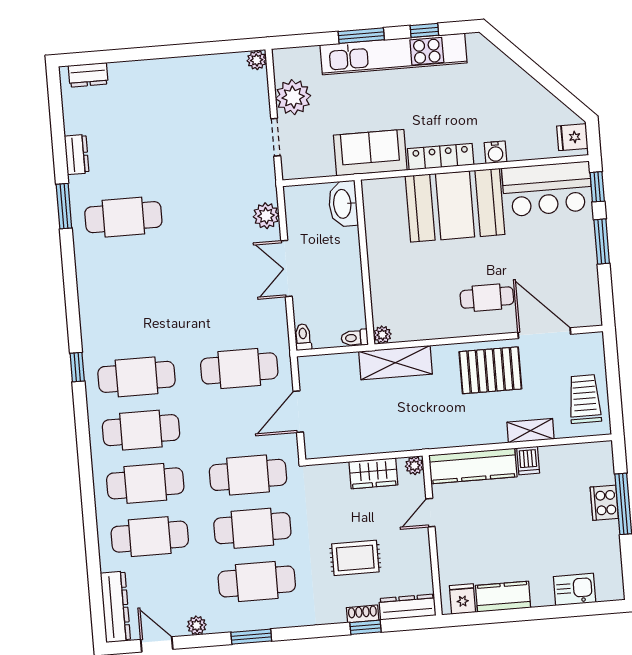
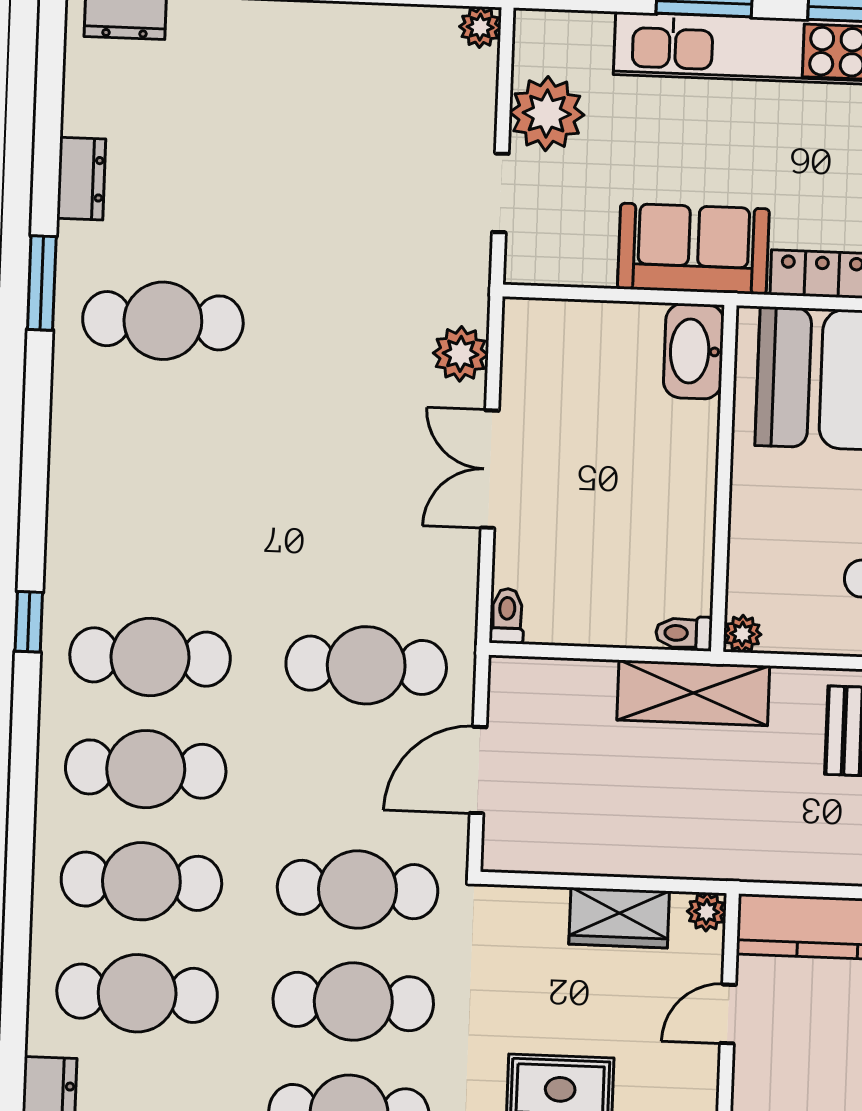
washbasin: (343, 204) -> (694, 351), moved
wall: (365, 262) -> (724, 478), moved
plant: (382, 335) -> (742, 634), moved
toilet: (355, 338) -> (684, 633), moved

